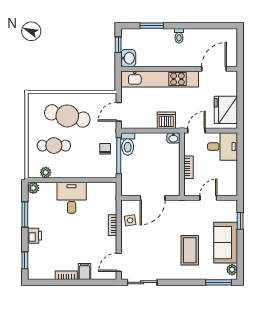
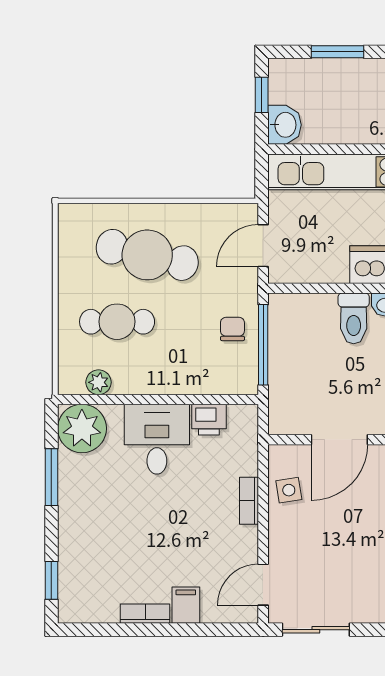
toilet: (128, 144) -> (354, 318), moved
plant: (33, 188) -> (82, 428), width x1.88, depth x1.88
printer: (34, 236) -> (209, 420), moved, turned 90

